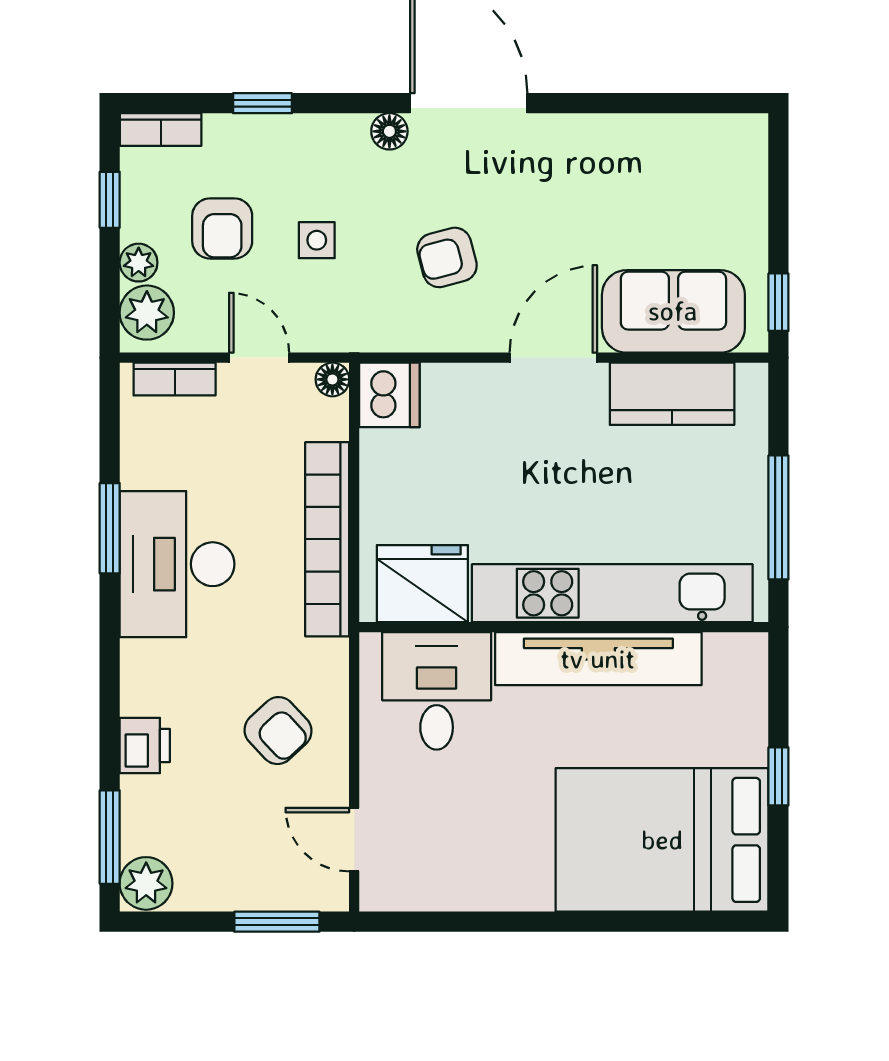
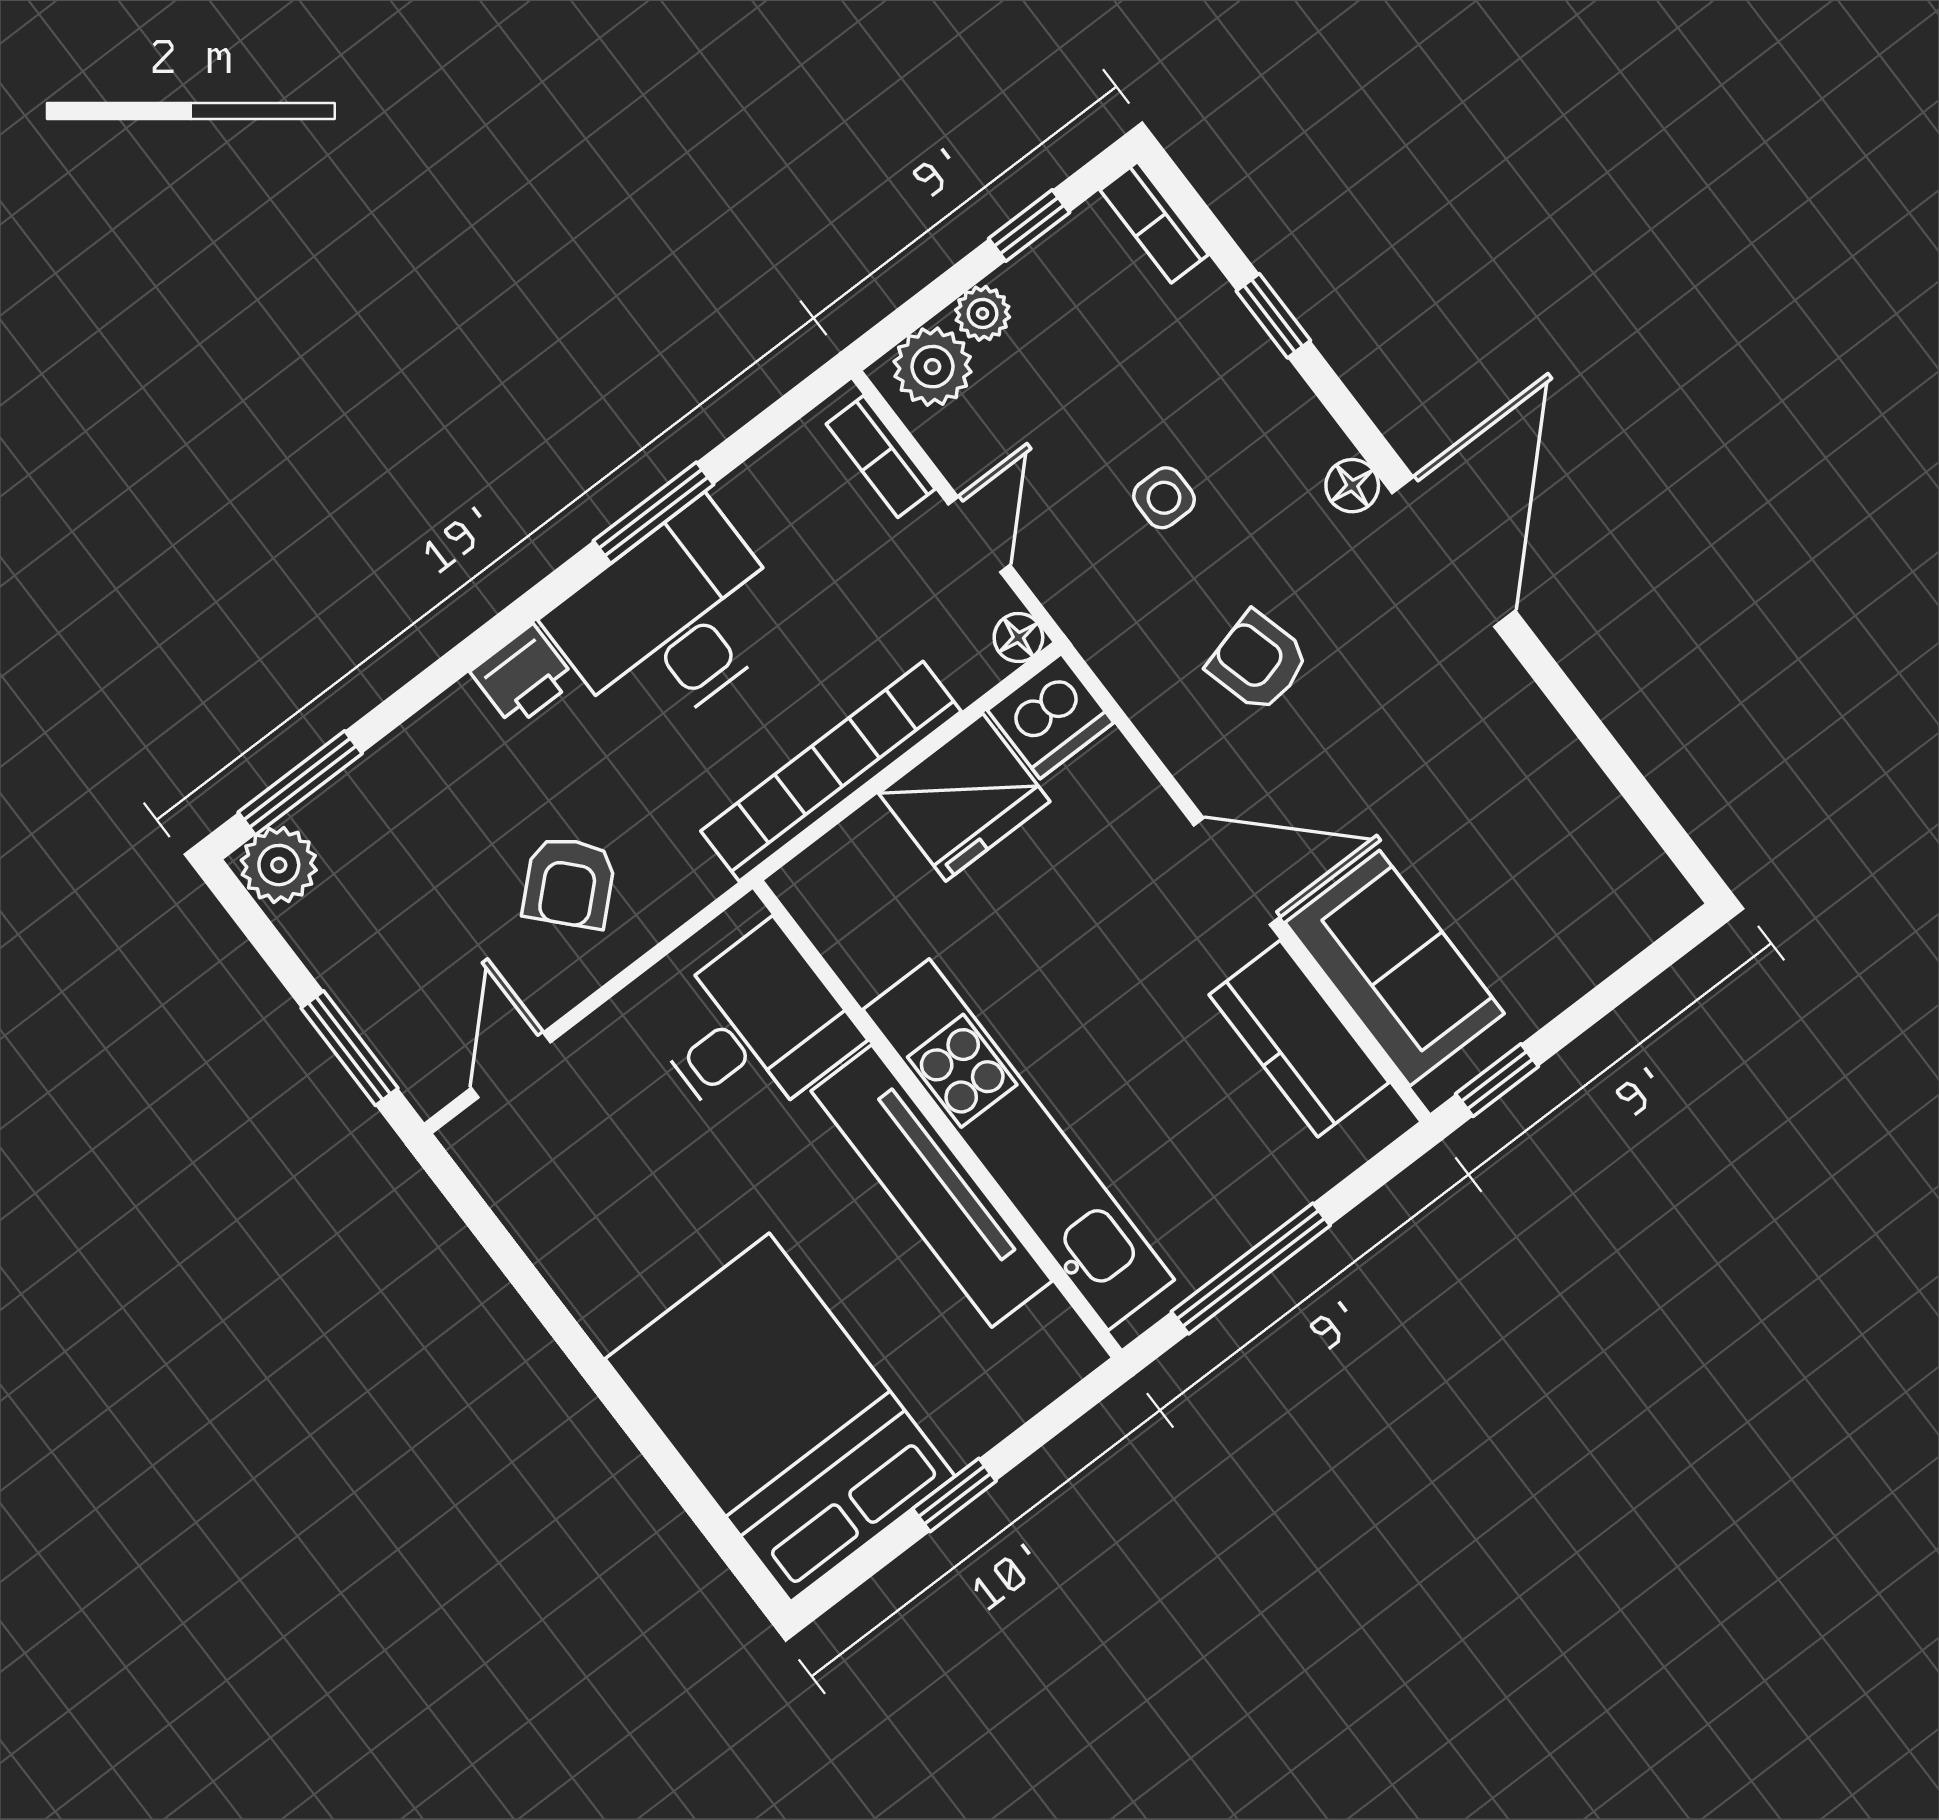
armchair: (222, 228) -> (1095, 379), removed
fridge: (422, 584) -> (964, 797), moved, turned 90
printer: (145, 745) -> (523, 676), moved

